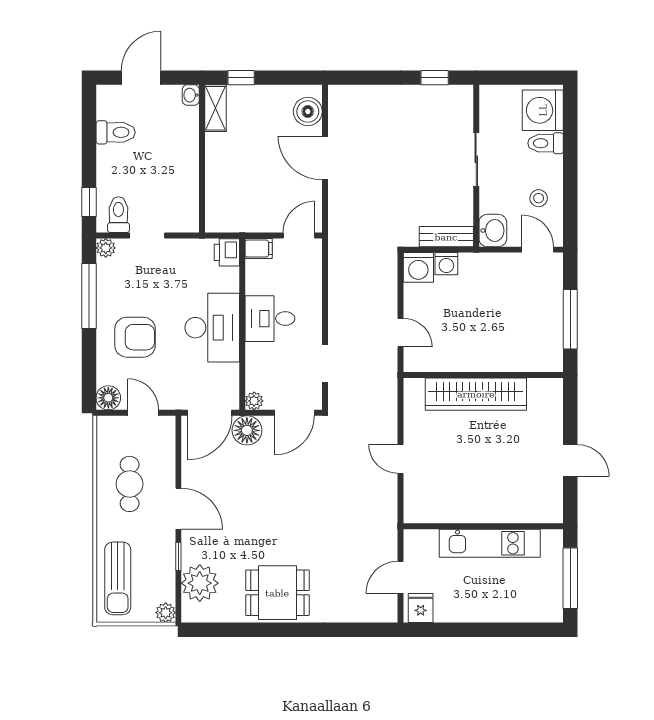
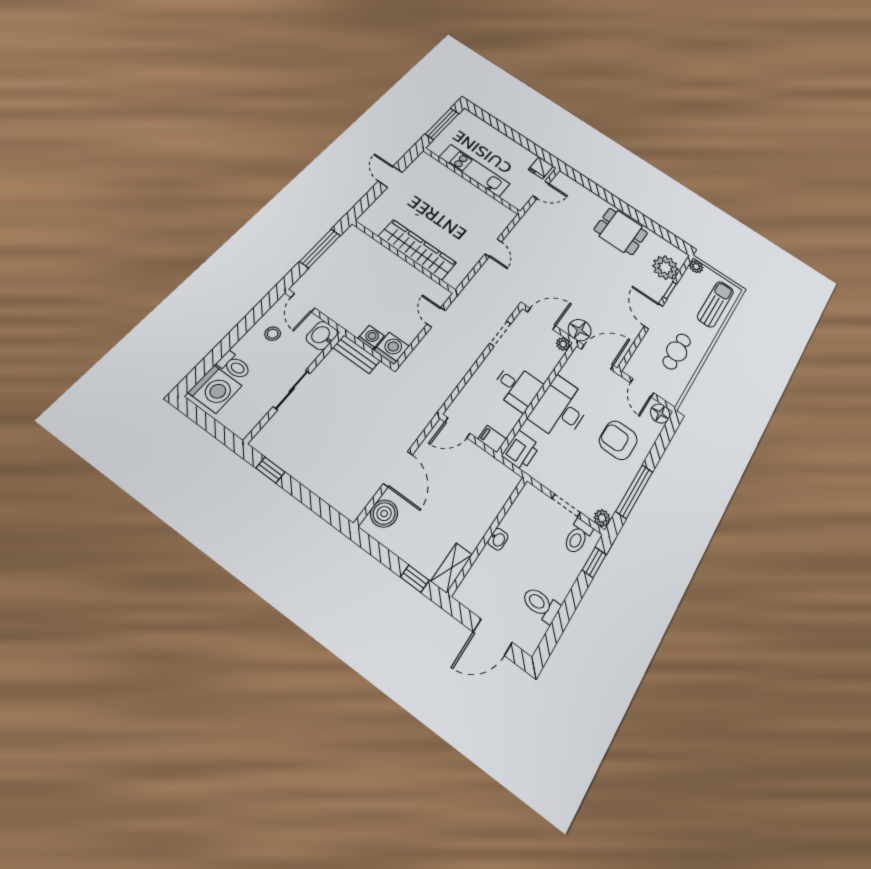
washbasin: (191, 95) -> (498, 539), moved
printer: (227, 252) -> (521, 450), width x1.36, depth x1.24

